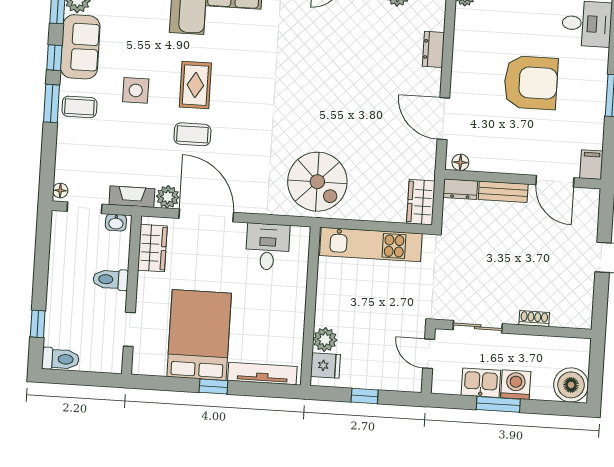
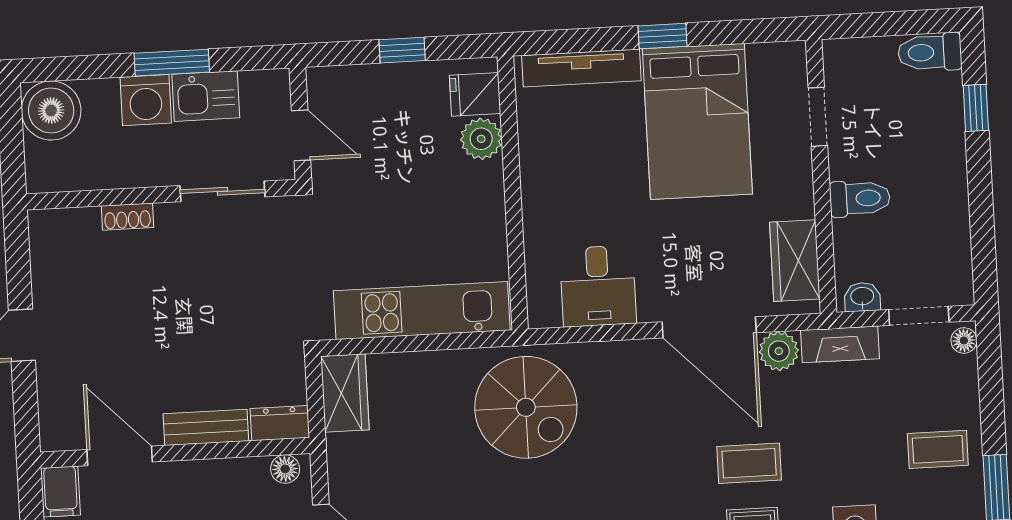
coffee table: (79, 107) -> (938, 449), moved
spiral stairs: (317, 182) -> (526, 407), turned 180

